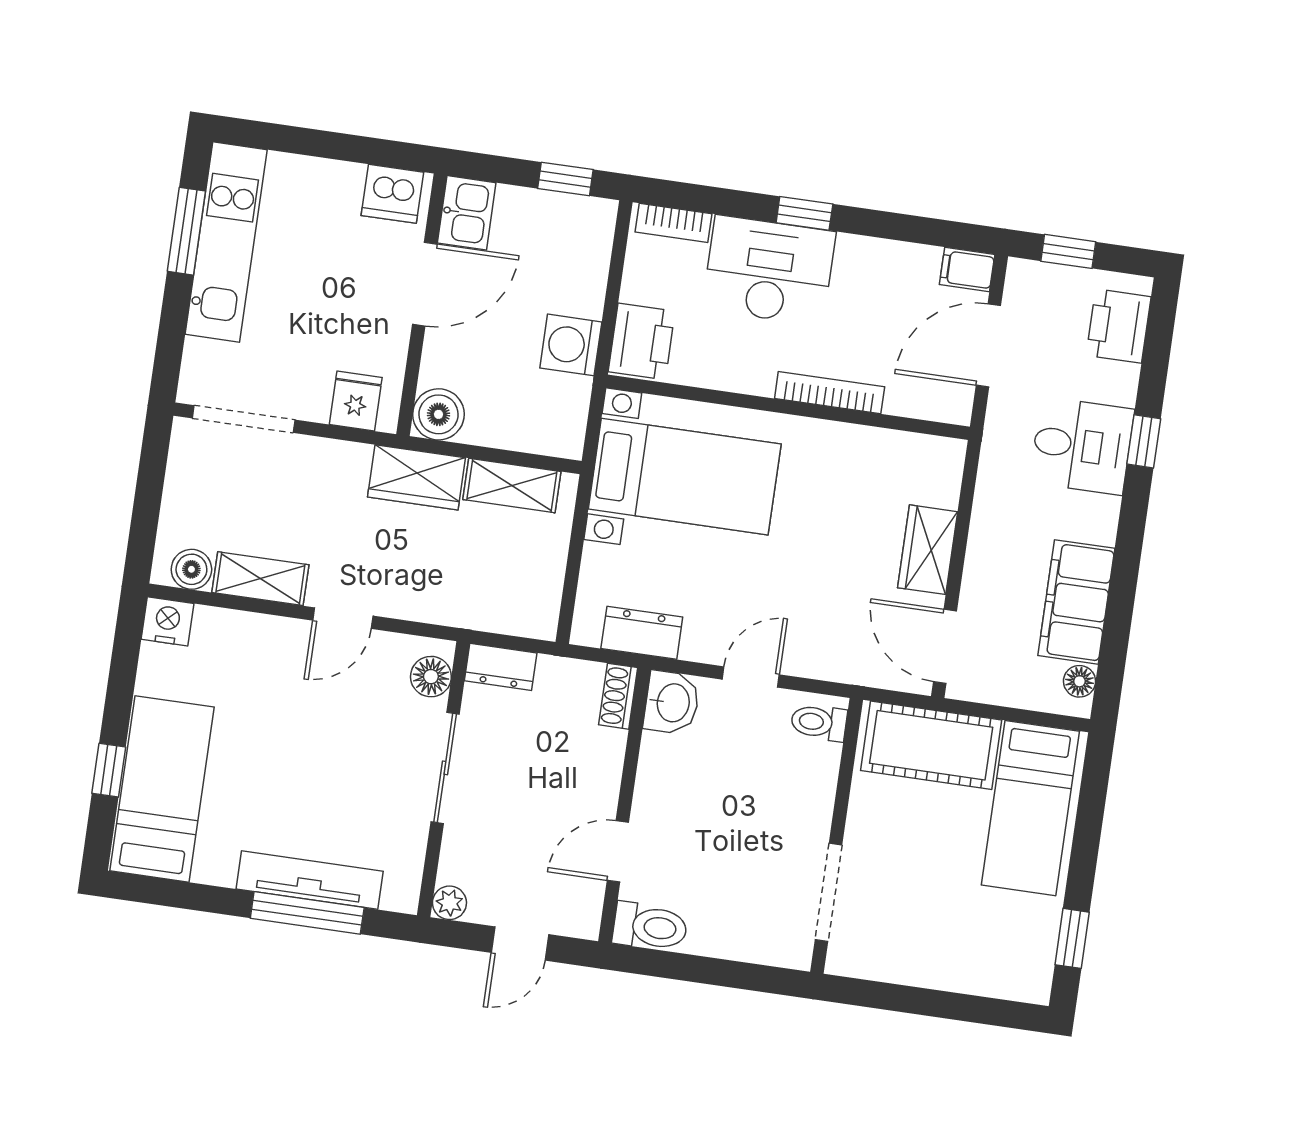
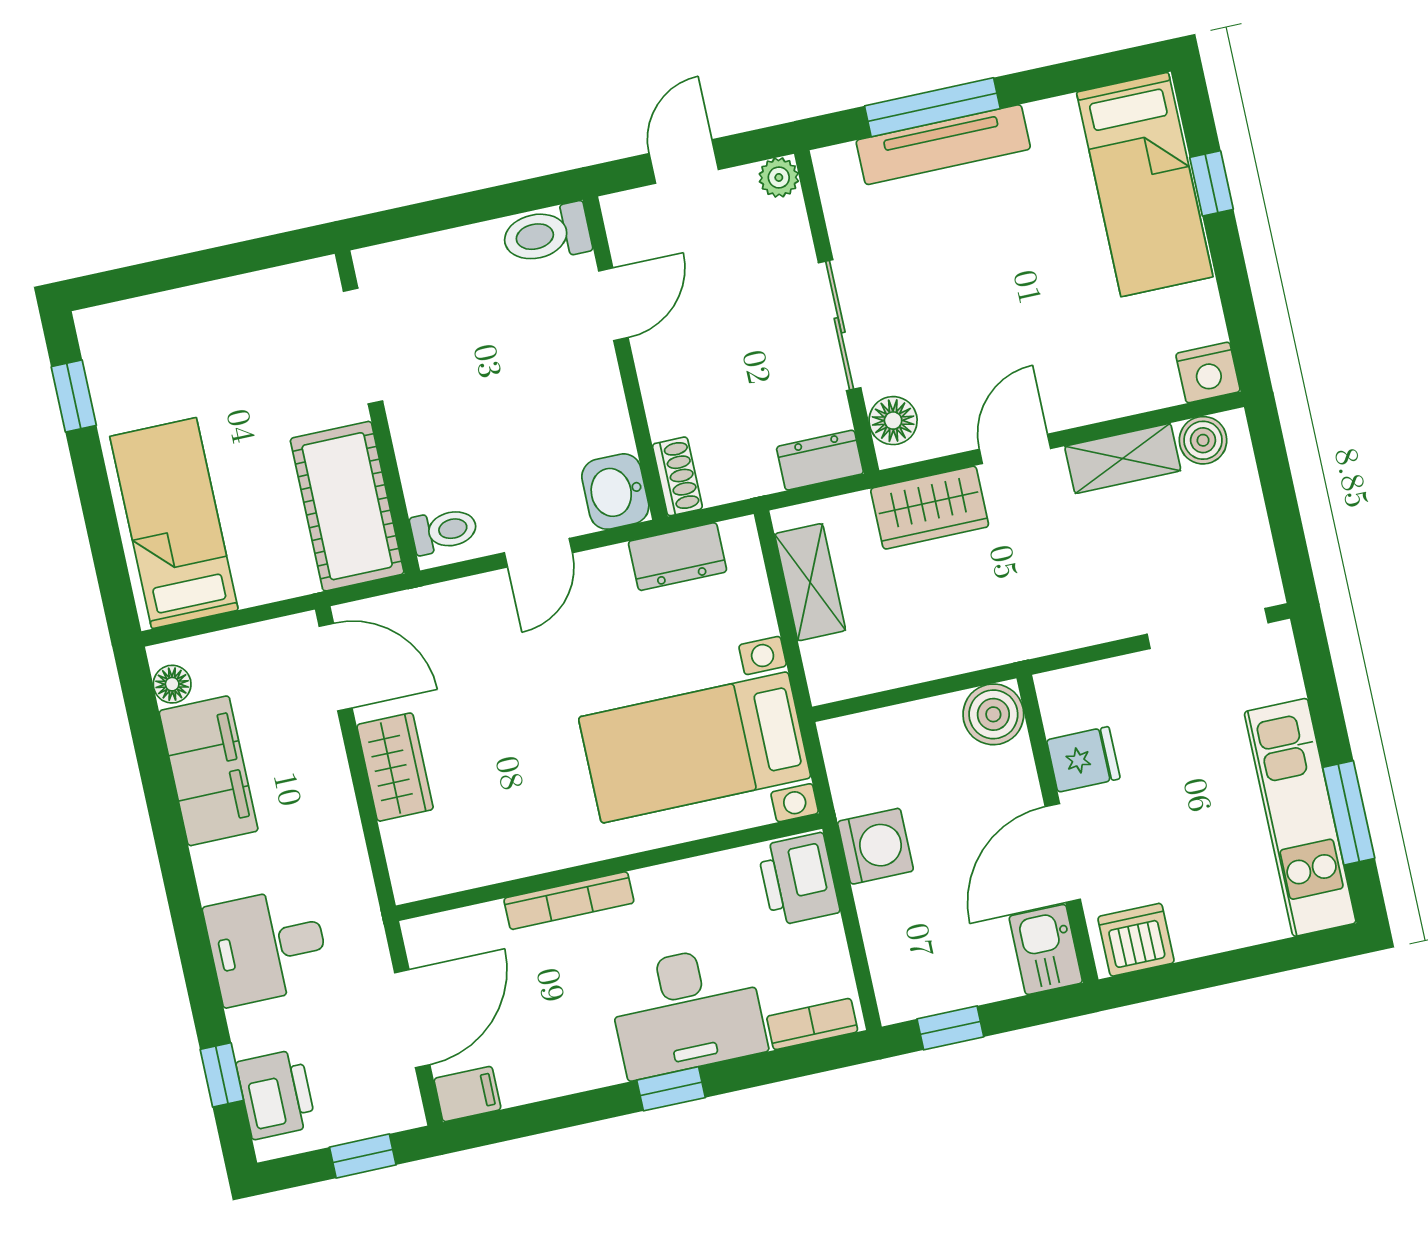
fridge: (356, 401) -> (1083, 759), moved, turned -90
window: (1144, 441) -> (222, 1075), moved
wardrobe: (416, 477) -> (930, 508), moved, turned 180
shelving: (512, 486) -> (810, 582), moved, turned 90
cot: (931, 745) -> (347, 506), moved, turned 90

